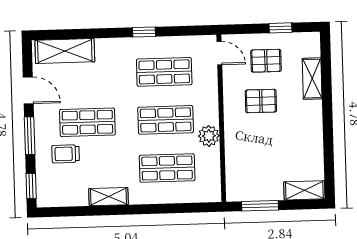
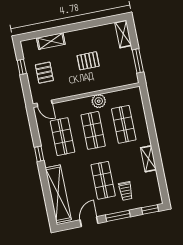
shelving: (65, 51) -> (58, 194), width x1.47
door: (219, 53) -> (45, 103), swing flipped
pallet: (261, 101) -> (88, 61), moved, turned 90

